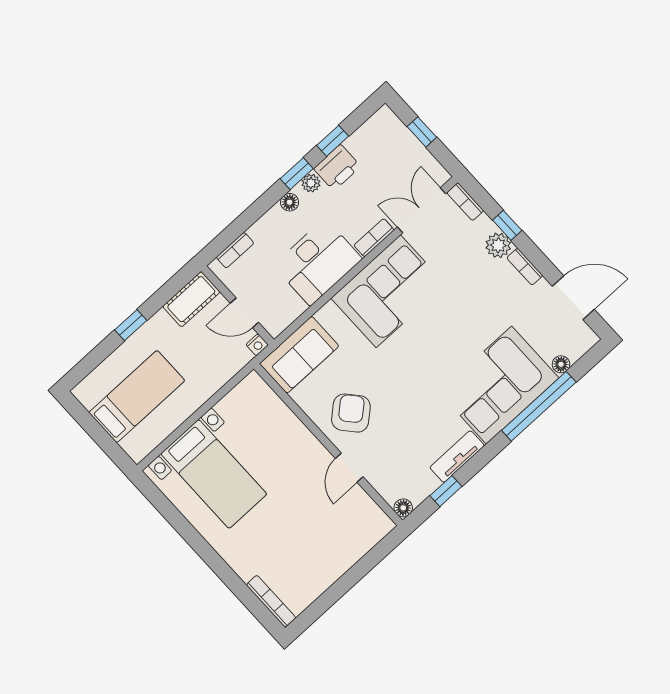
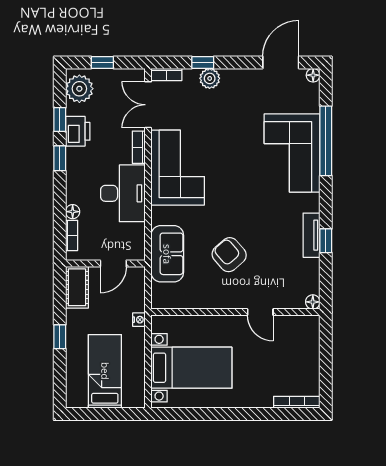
plant: (311, 183) -> (79, 89), moved, width x1.87, depth x1.87
floor lamp: (290, 202) -> (73, 212), moved
bookcase: (525, 267) -> (236, 74), removed
nightstand: (257, 345) -> (139, 320), moved
floor lamp: (561, 364) -> (313, 75), moved
wall: (328, 445) -> (235, 312), moved
tv unit: (457, 457) -> (312, 235), moved
door: (349, 468) -> (260, 312), moved
floor lamp: (403, 508) -> (313, 302), moved

